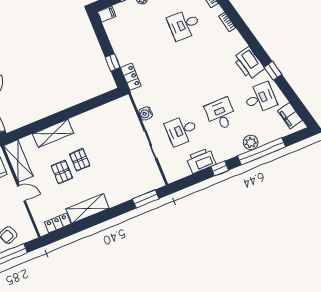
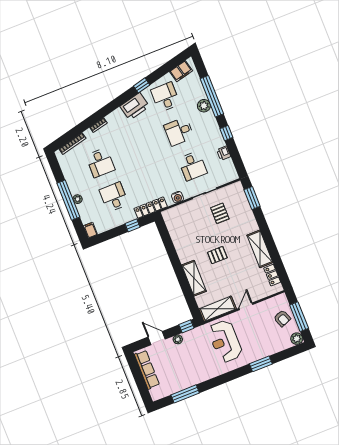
desk: (145, 41) -> (114, 197), added
locker: (131, 77) -> (151, 208), width x1.53
printer: (201, 161) -> (224, 153), width x0.53, depth x0.68
pallet: (62, 172) -> (220, 213), moved, turned 90

